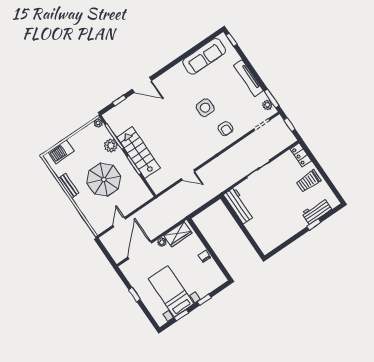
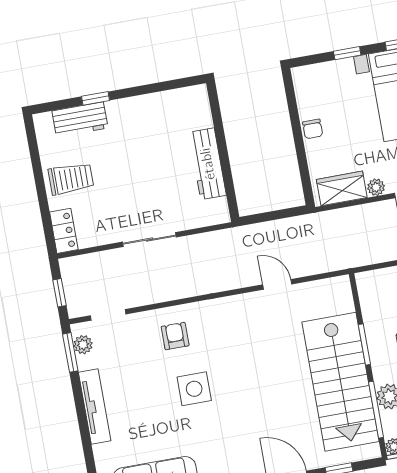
stairs: (138, 152) -> (340, 382), width x1.36, depth x1.51
workbench: (239, 206) -> (208, 164), moved

